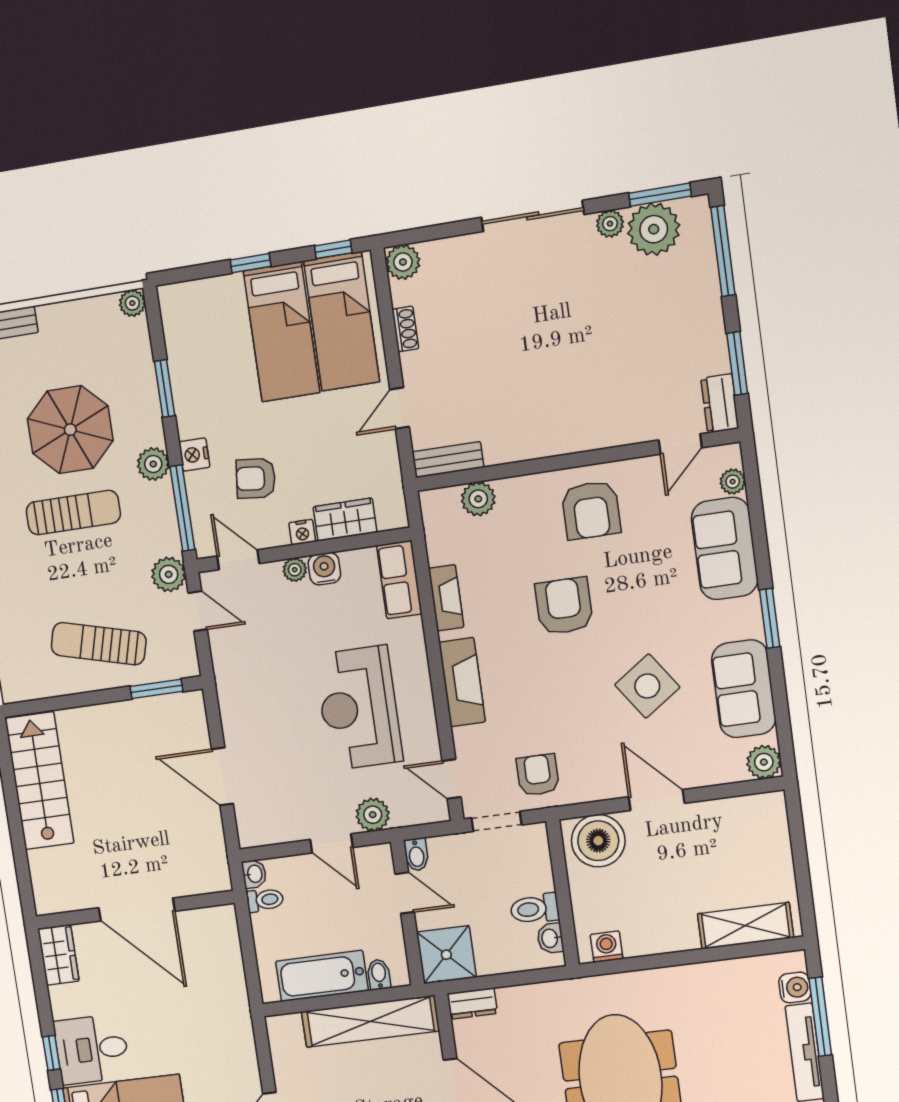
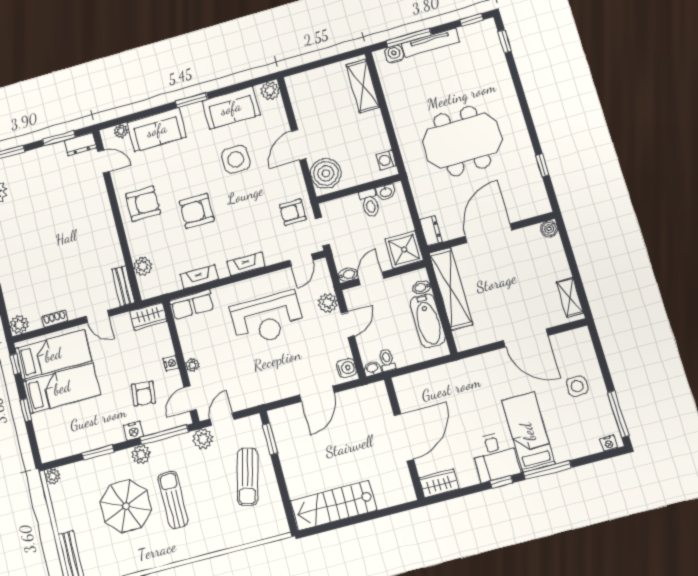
wardrobe: (345, 520) -> (148, 316), moved, turned -90
water cooler: (324, 569) -> (347, 368), moved, turned 180
fireplace: (462, 682) -> (246, 264), width x0.73, depth x0.76
side table: (647, 686) -> (236, 159), turned 35

